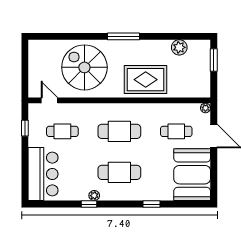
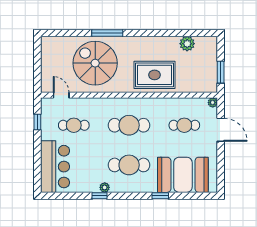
window: (124, 36) -> (107, 33), moved
window: (214, 60) -> (221, 72), moved
booth: (192, 175) -> (183, 175), moved, turned 90

